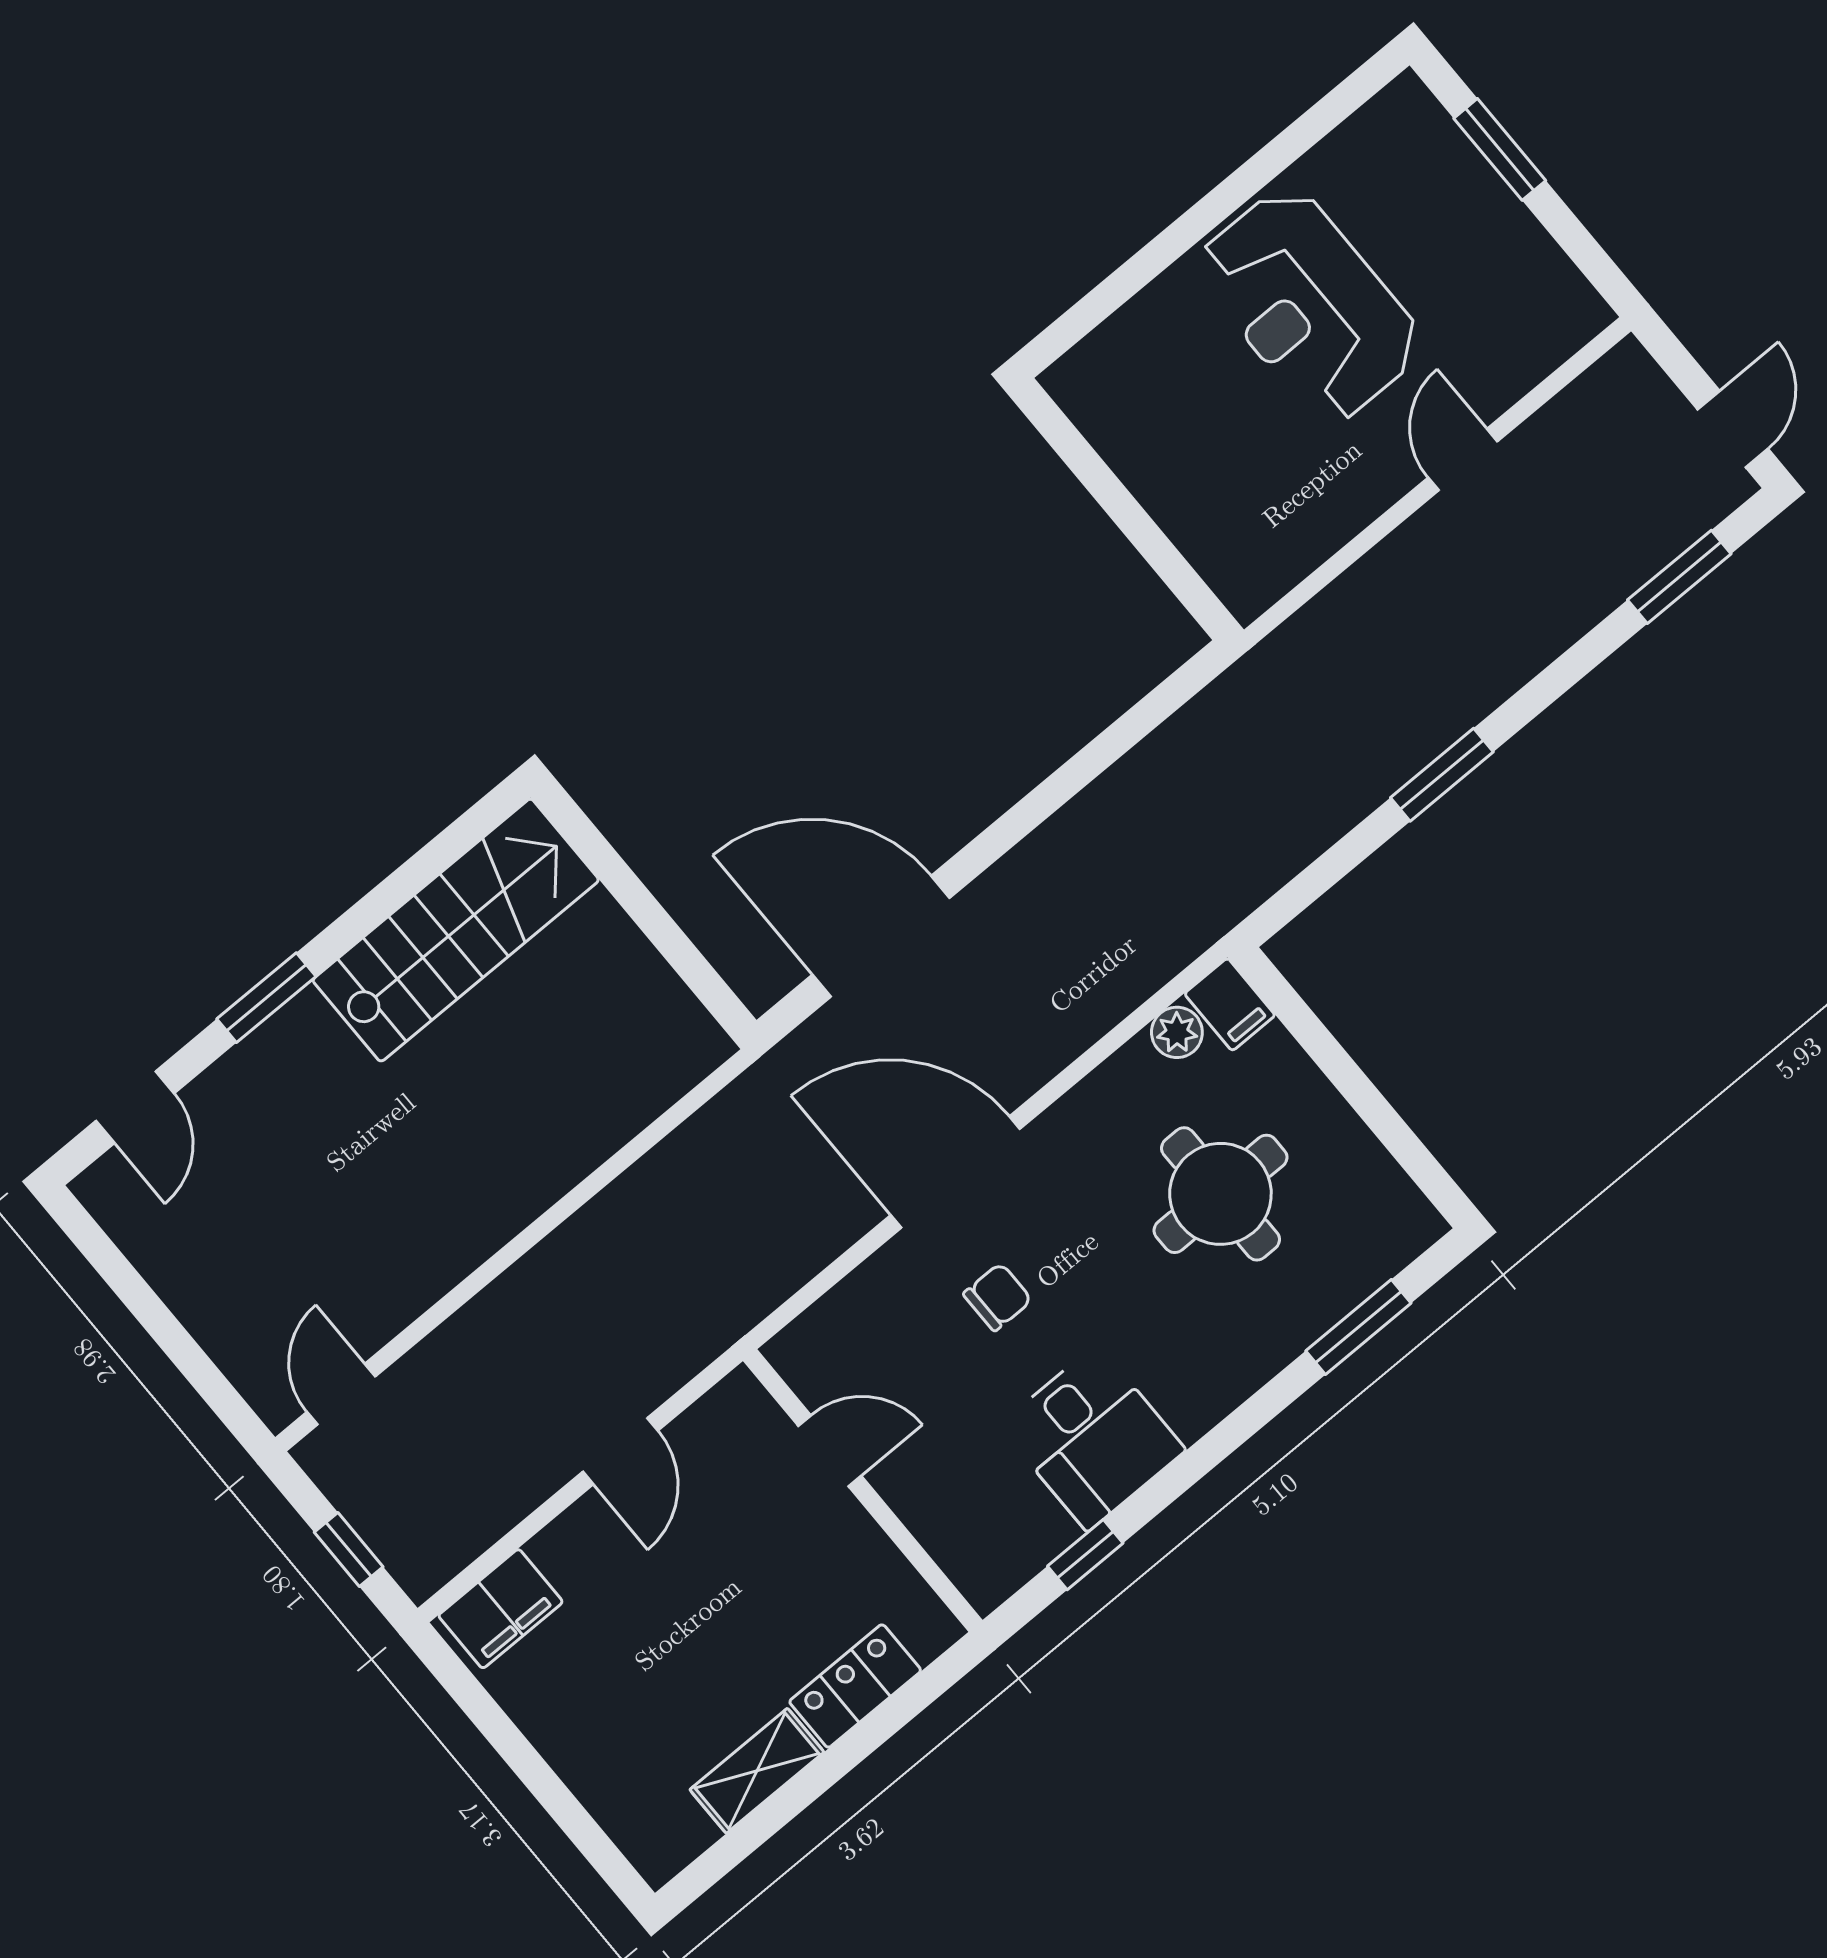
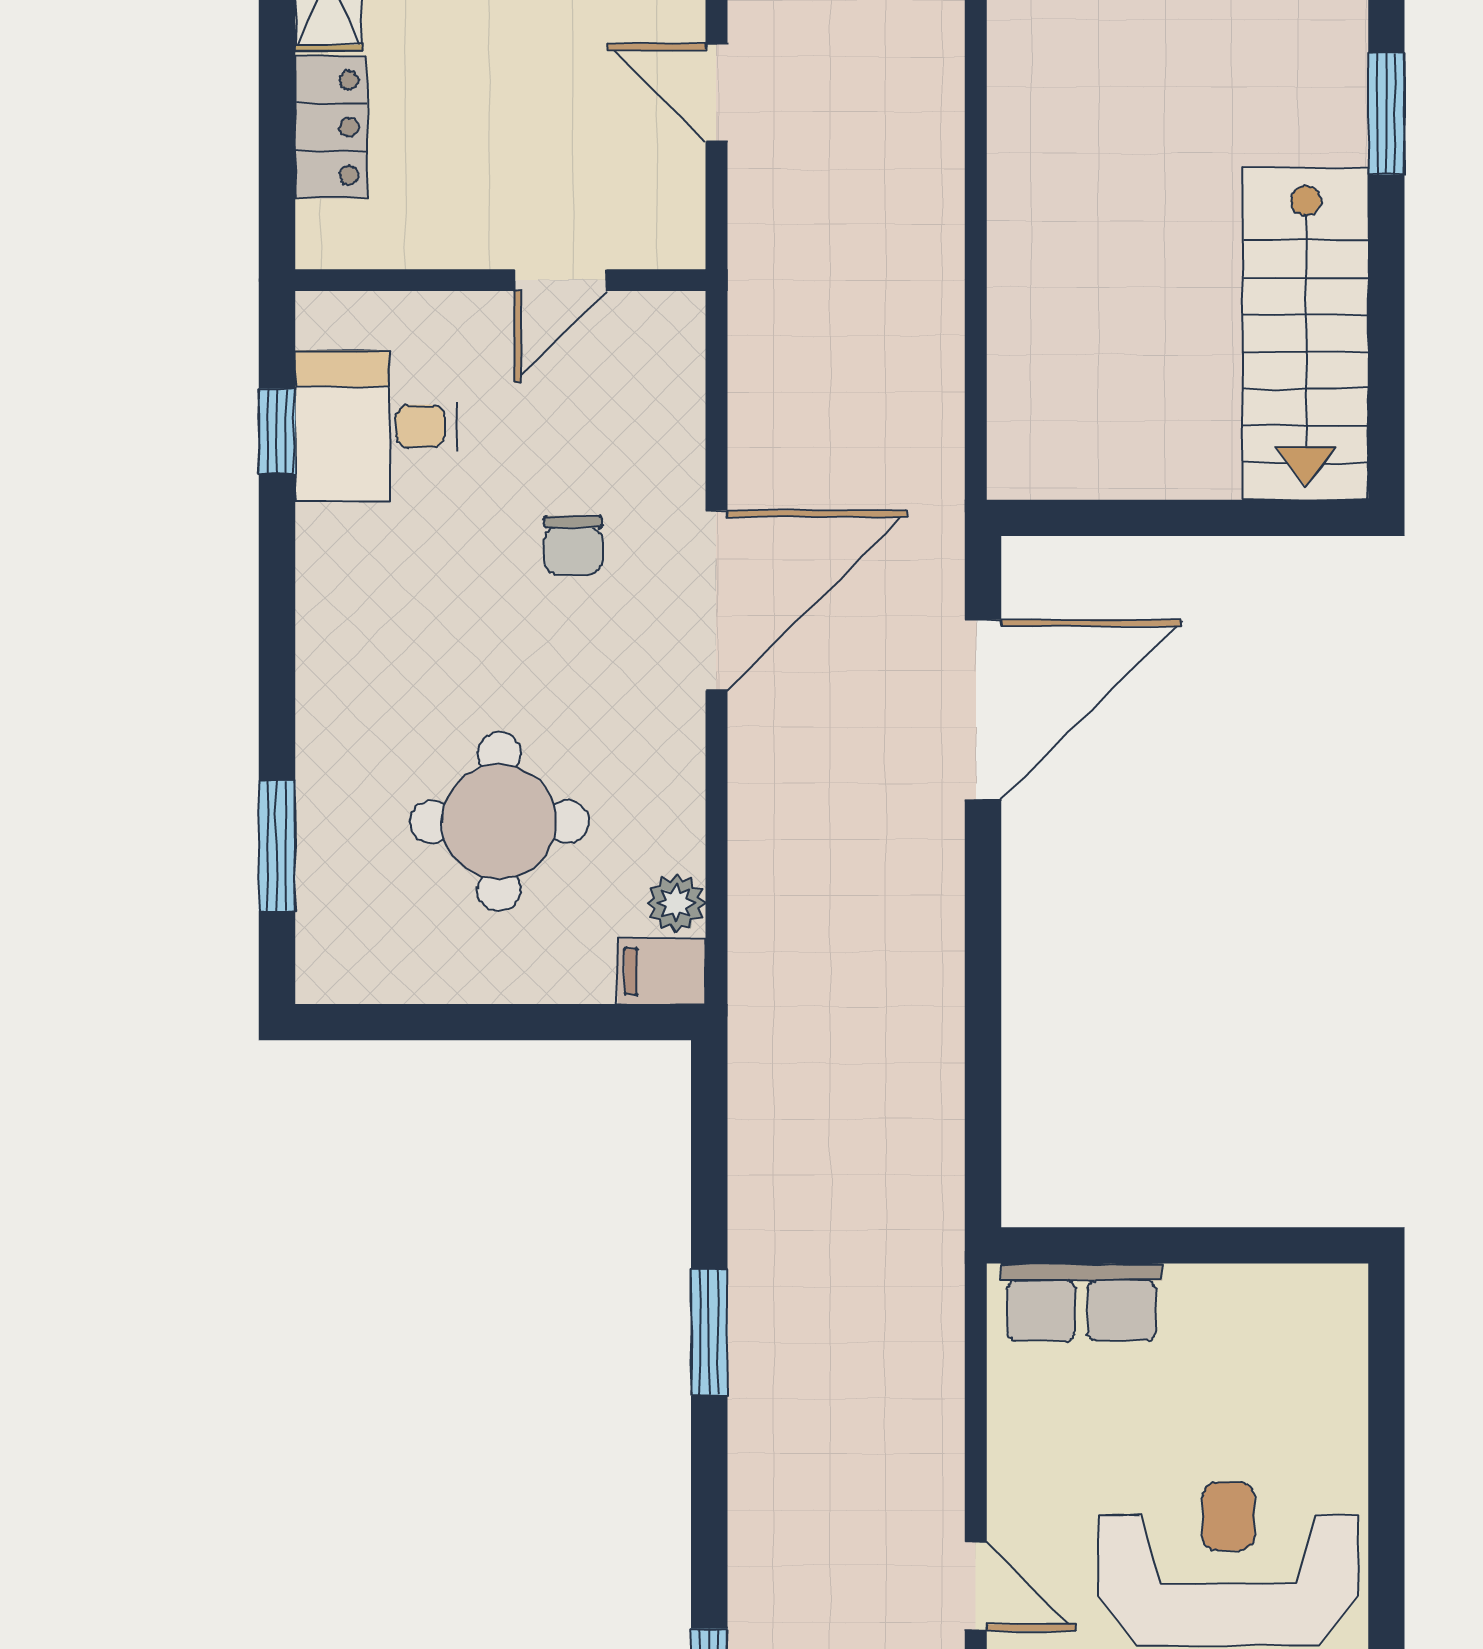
row of seats: (1217, 546) -> (1081, 1302), added
desk: (1092, 1438) -> (376, 426), moved

